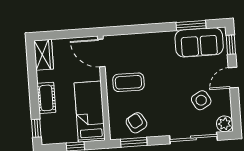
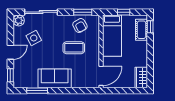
sofa: (199, 42) -> (55, 78), moved
door: (101, 53) -> (101, 76), hinge flipped
coffee table: (128, 82) -> (74, 48), moved
cot: (46, 98) -> (142, 30), moved

